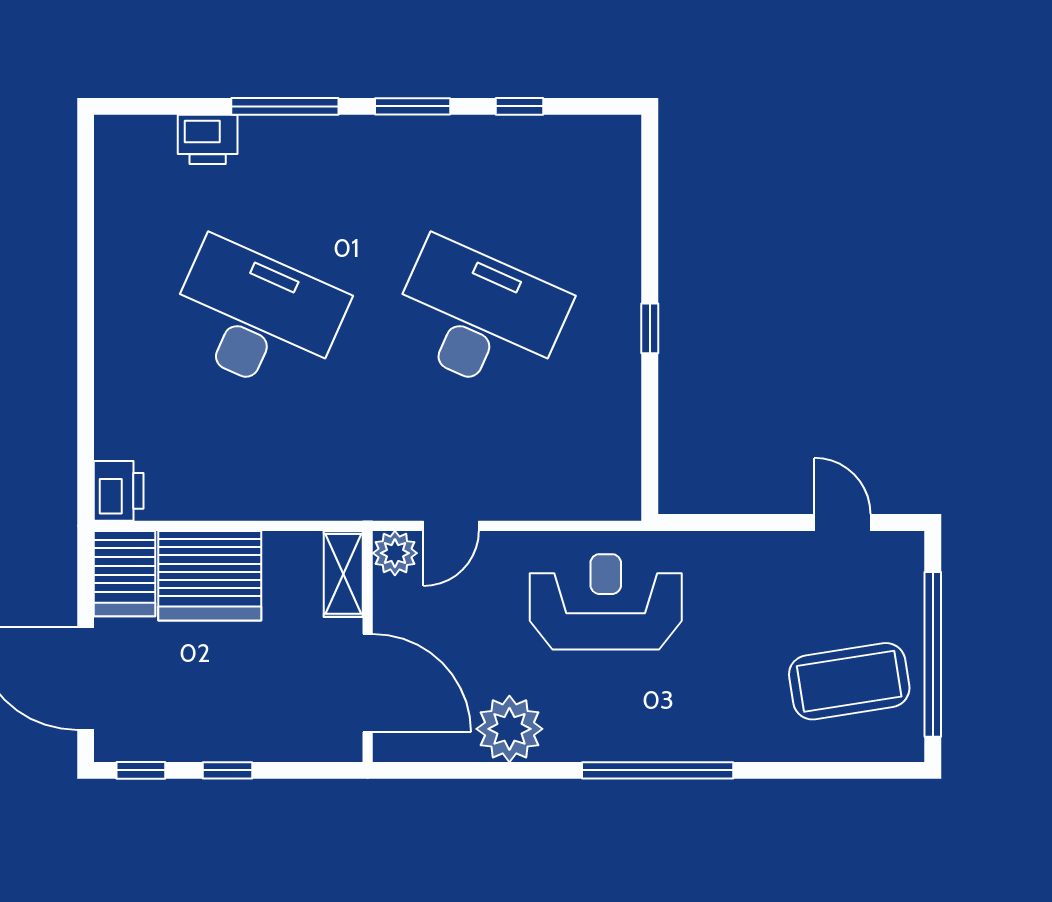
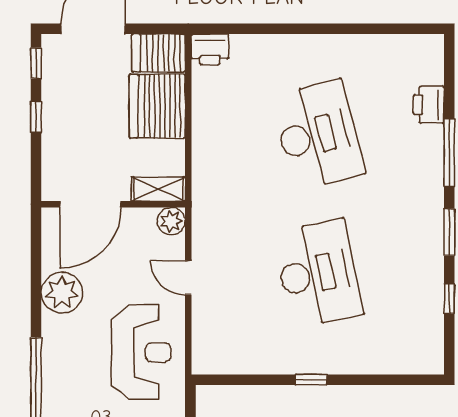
desk: (256, 318) -> (318, 135), turned -39
desk: (479, 318) -> (318, 273), turned -36
door: (451, 526) -> (188, 278), moved

